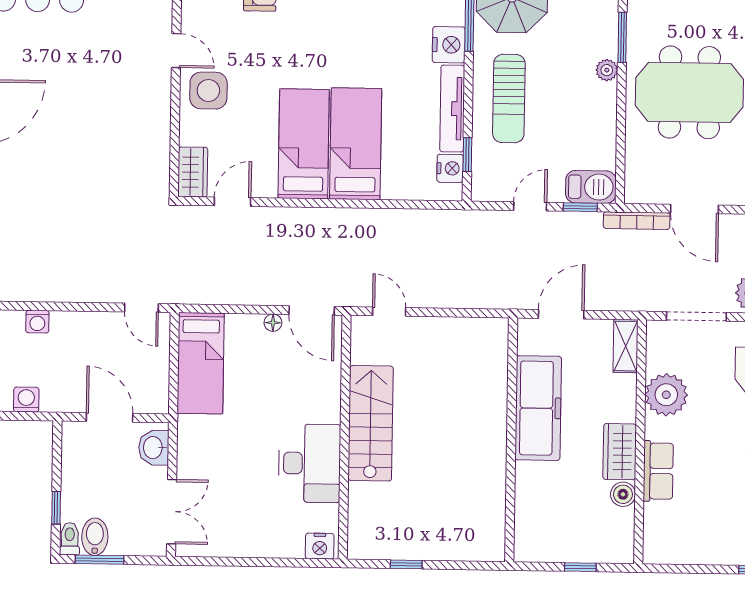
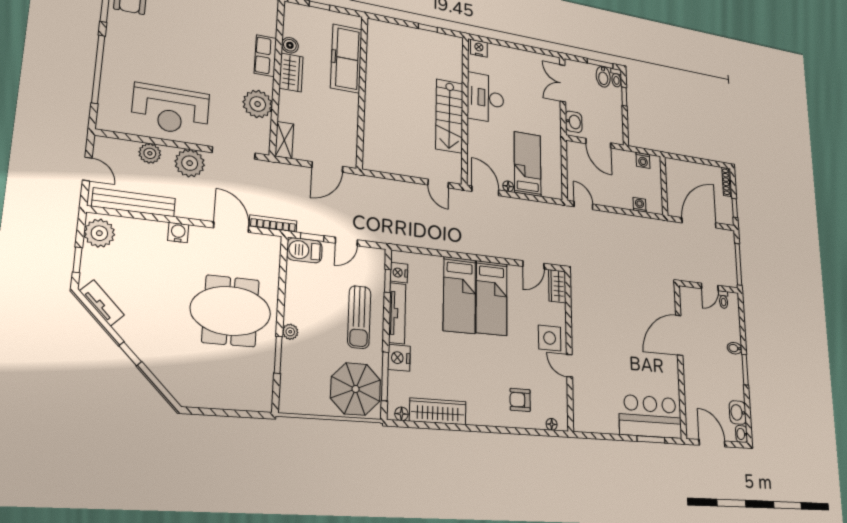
sun lounger: (509, 99) -> (359, 317), turned 180
bed: (201, 363) -> (528, 164), moved
freezer: (538, 408) -> (346, 58), moved

